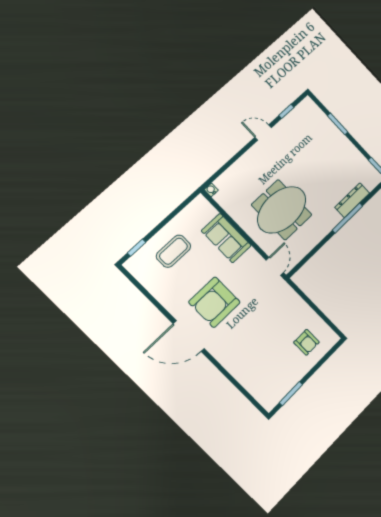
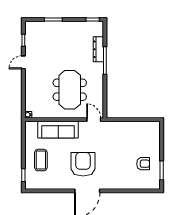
sofa: (226, 238) -> (58, 130), width x1.36
armchair: (214, 302) -> (83, 164), turned 180
armchair: (306, 342) -> (143, 164), moved

